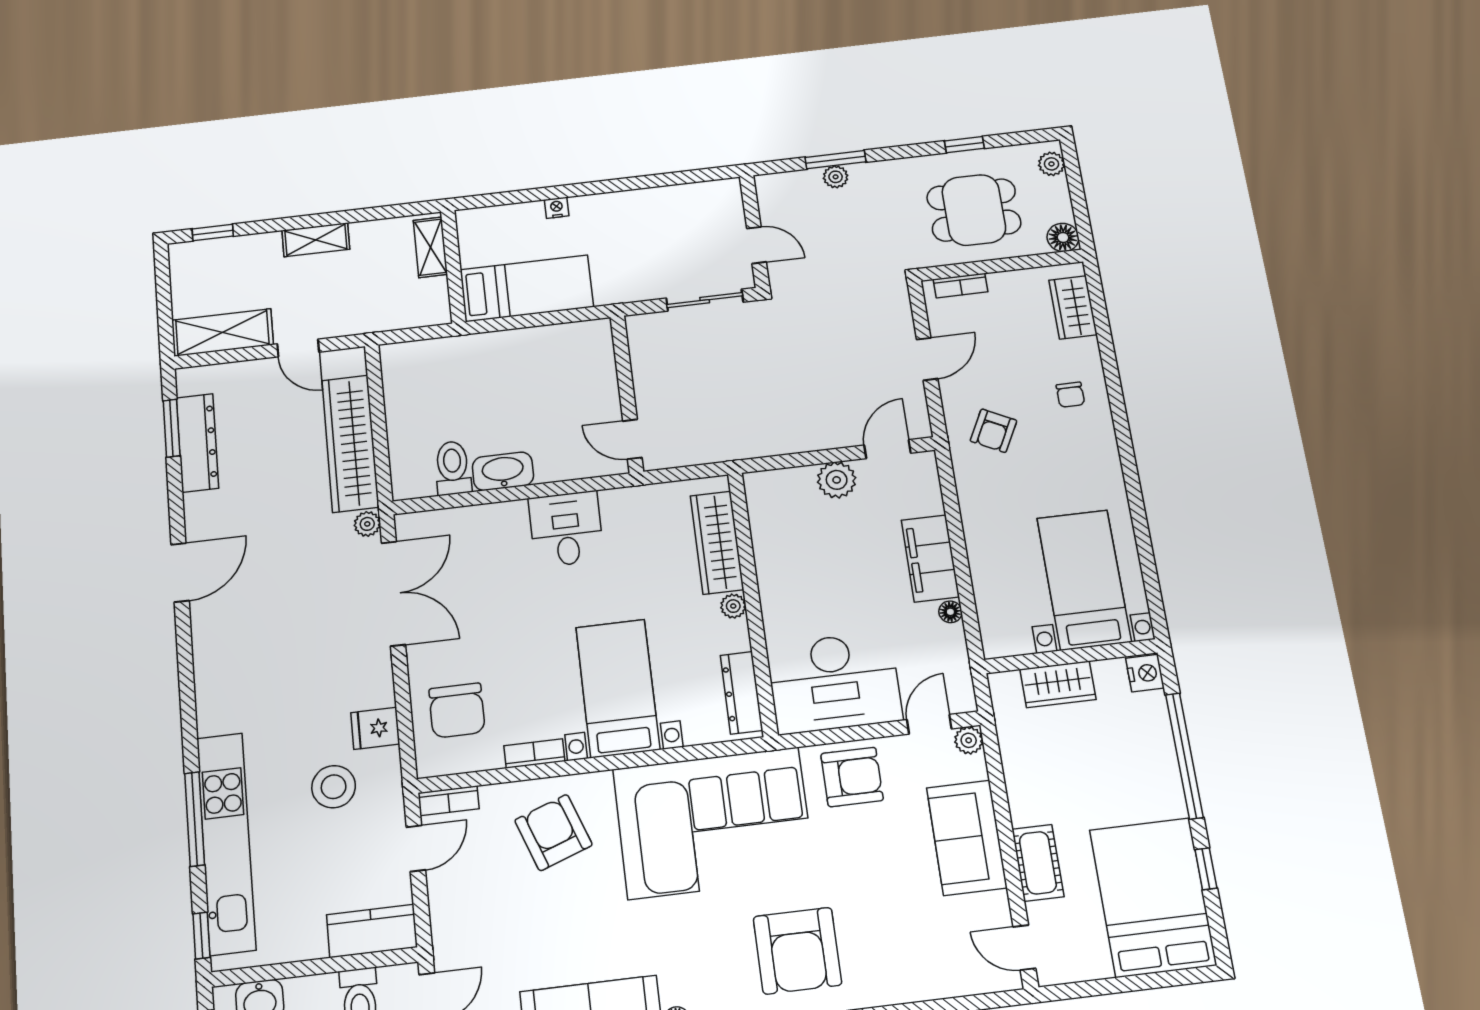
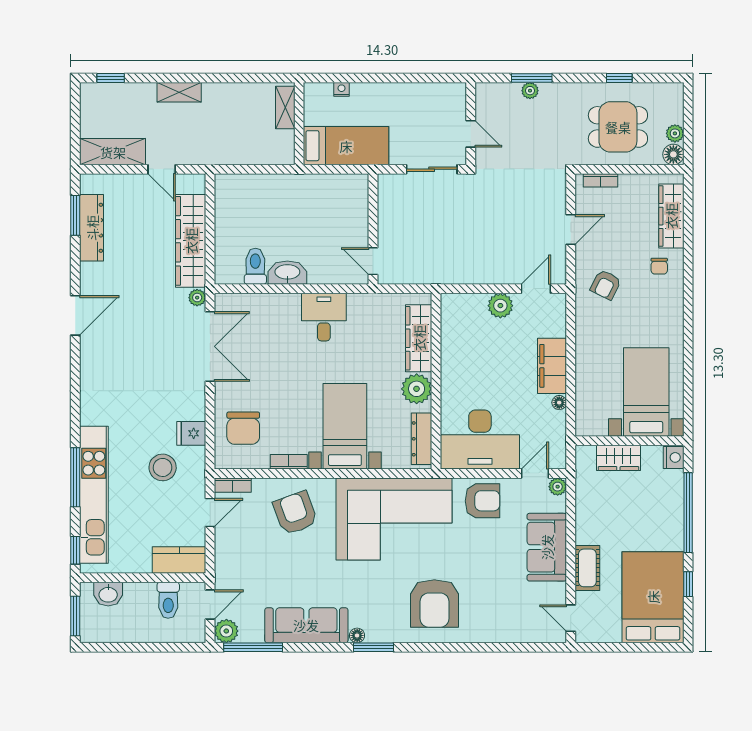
plant: (1051, 164) -> (675, 133), moved
shelving: (430, 247) -> (285, 108), moved
wall: (453, 266) -> (299, 124), moved
bed: (527, 288) -> (346, 146), moved
wardrobe: (1073, 307) -> (671, 216), width x1.50
plant: (733, 606) -> (417, 389), width x1.88, depth x1.88

